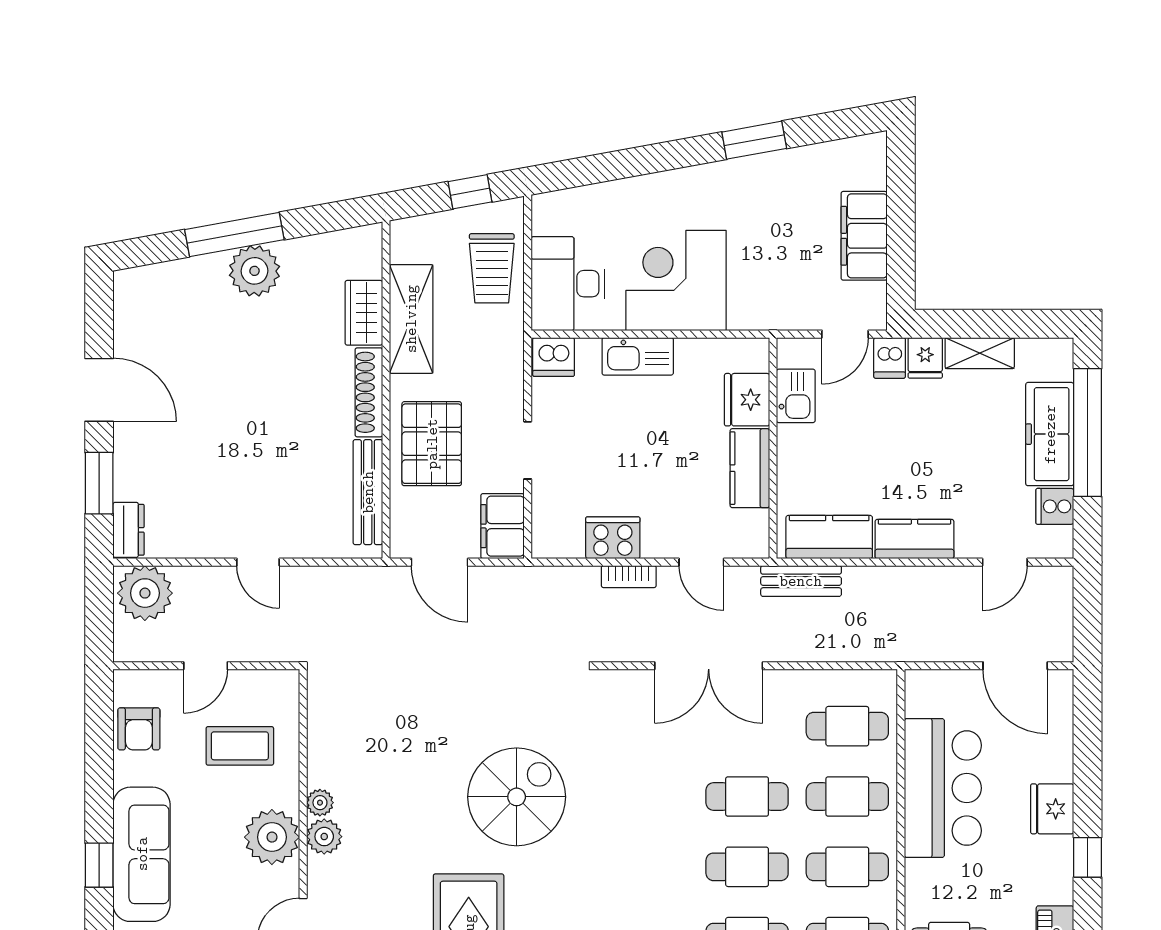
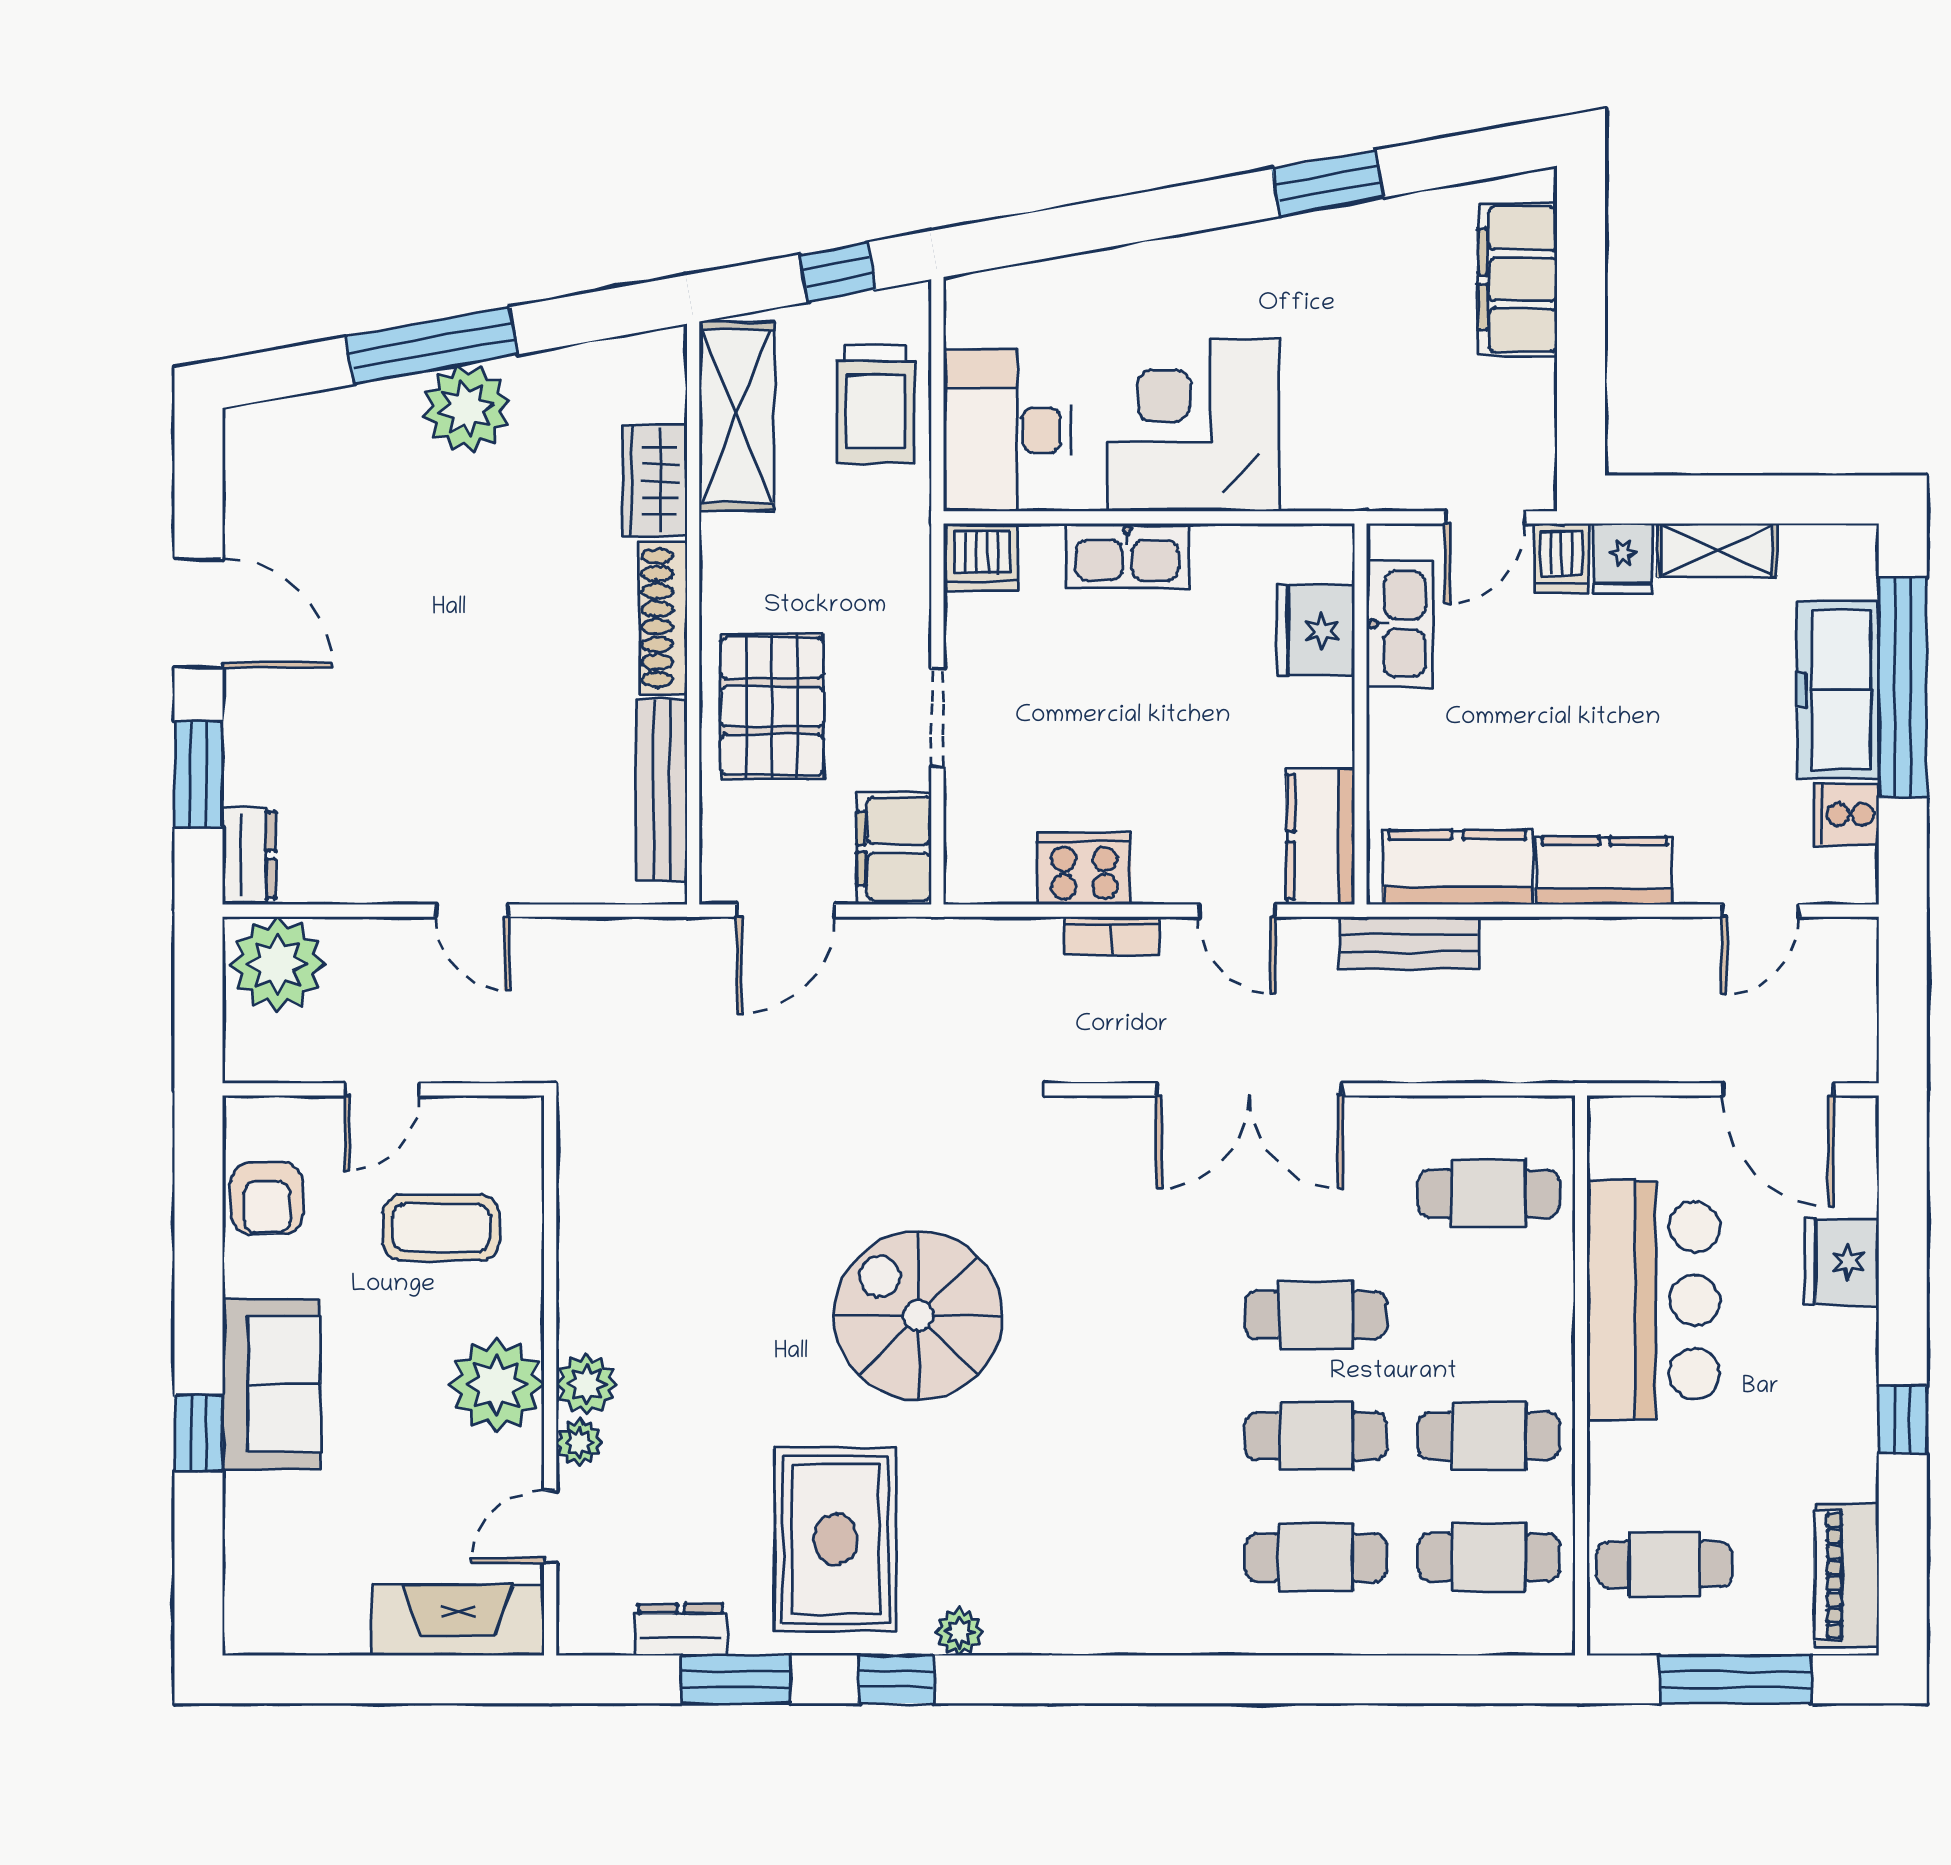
filing cabinet: (864, 236) -> (1518, 279), moved
shelving: (411, 319) -> (737, 416), moved
kitchen sink: (796, 396) -> (1400, 624), width x1.38
kitchen counter: (750, 468) -> (1321, 837), moved
door: (440, 562) -> (785, 911), hinge flipped
cafe table: (847, 796) -> (1489, 1315), removed
spiral stairs: (517, 797) -> (918, 1316), turned -90
plant: (320, 803) -> (579, 1442), moved
fridge: (1052, 809) -> (1842, 1262), moved
sofa: (142, 854) -> (272, 1384), width x0.73

